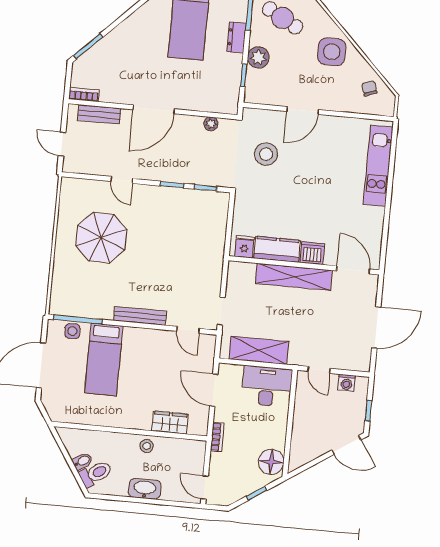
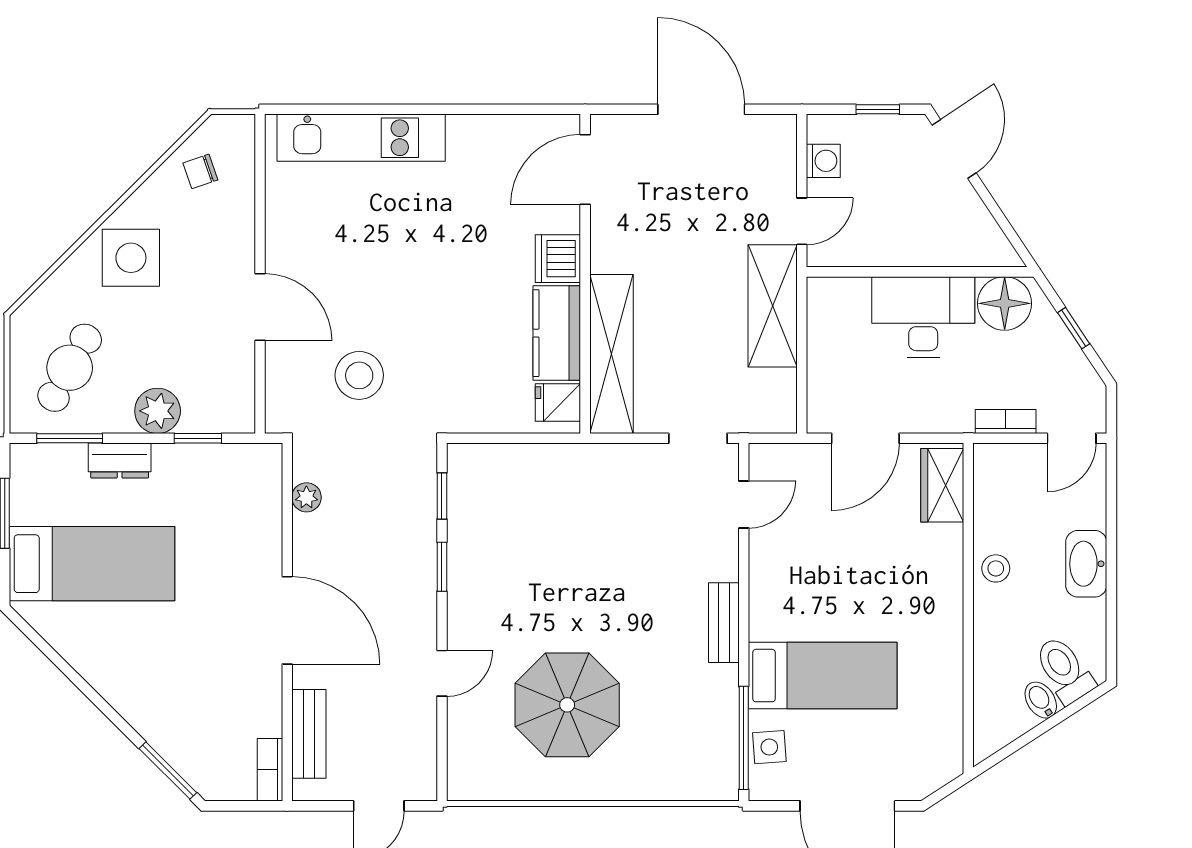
shelving: (294, 277) -> (611, 354), moved
bench: (140, 316) -> (724, 623), width x0.73
shelving: (259, 350) -> (773, 306), moved
desk: (267, 386) -> (923, 317), moved, turned 90
wardrobe: (170, 423) -> (942, 485), moved
bookcase: (217, 437) -> (1006, 422), moved

